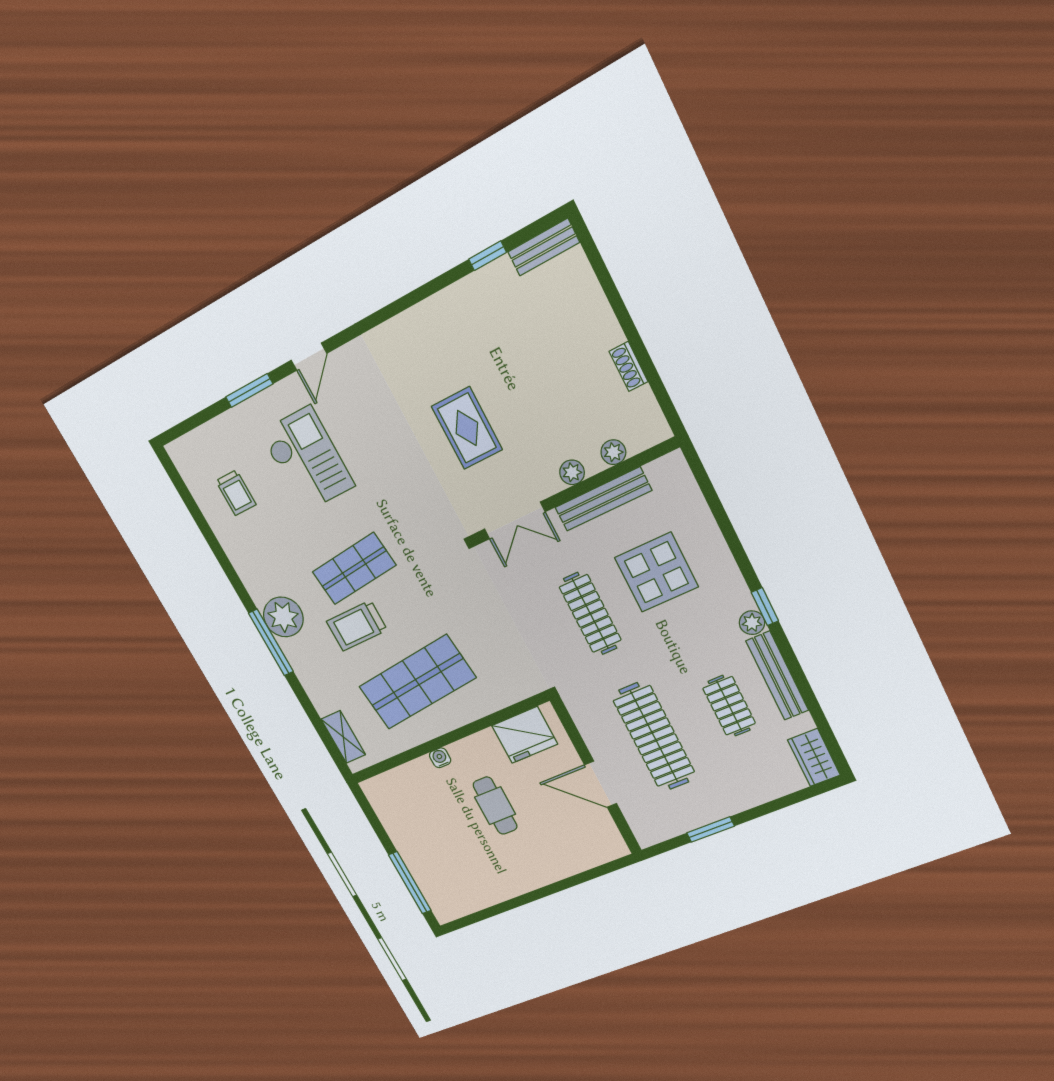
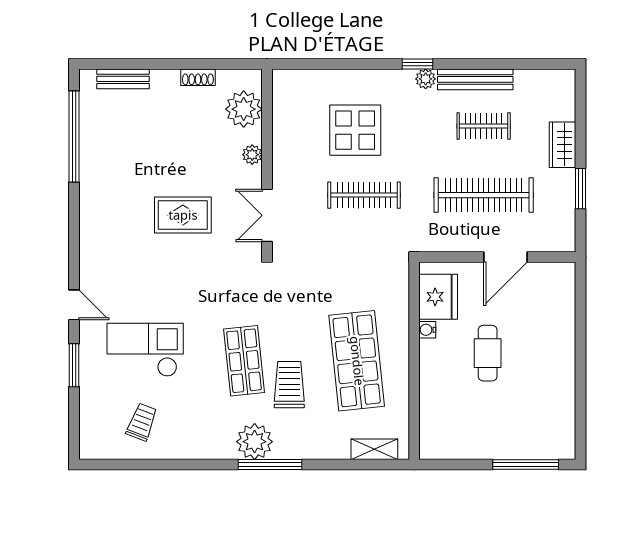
bench: (544, 247) -> (123, 79), moved, turned 90
window: (488, 256) -> (74, 137), width x3.17
plant: (613, 452) -> (244, 109), width x1.87, depth x1.87
trolley: (236, 493) -> (142, 422), turned -69
bench: (603, 499) -> (283, 142), removed
double door: (515, 520) -> (267, 215), swing flipped
trolley: (357, 626) -> (289, 385), turned 180
wardrobe: (814, 757) -> (563, 145), moved, turned 90
water cooler: (440, 758) -> (427, 330), moved
cafe table: (495, 806) -> (488, 353), turned 90

